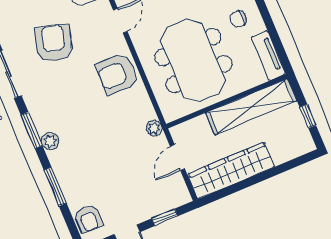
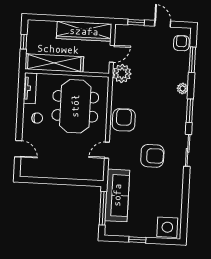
armchair: (54, 43) -> (152, 156), turned -106
armchair: (117, 74) -> (124, 120), turned -90
plant: (154, 128) -> (122, 73), width x1.87, depth x1.87
plant: (50, 141) -> (183, 89), moved
window: (55, 186) -> (192, 60), moved

